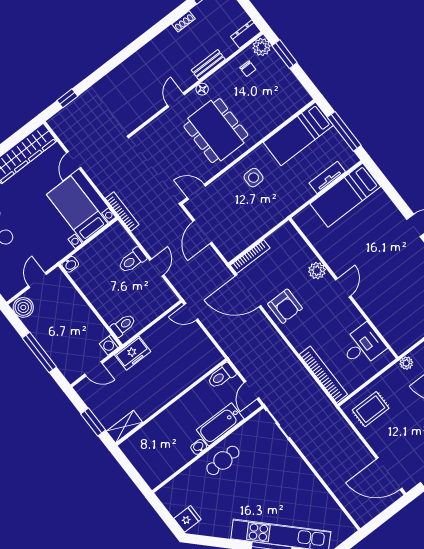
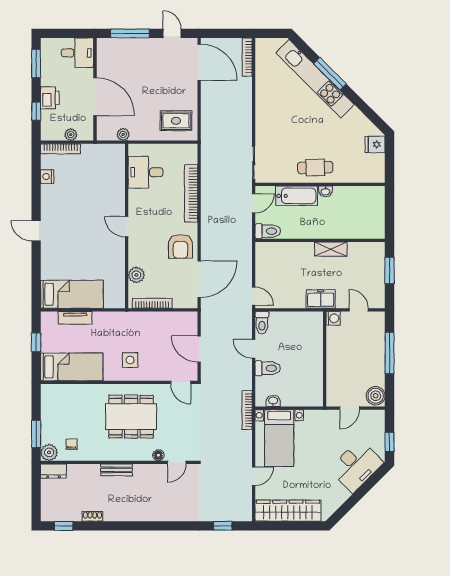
bench: (208, 65) -> (117, 470), moved
floor lamp: (202, 89) -> (158, 455), moved
door: (176, 100) -> (177, 462), moved
dining table: (216, 131) -> (131, 417), turned 90
window: (344, 131) -> (36, 342), width x0.46
door: (202, 232) -> (199, 349), swing flipped
bookcase: (250, 257) -> (152, 303), moved
washbasin: (70, 264) -> (273, 401), moved
door: (157, 267) -> (254, 349), hinge flipped
plant: (317, 271) -> (136, 275), moved
door: (343, 288) -> (127, 227), hinge flipped
door: (248, 291) -> (199, 279), hinge flipped
armchair: (285, 306) -> (180, 246), turned 180
toilet: (123, 325) -> (262, 323), moved, turned -90
bookcase: (323, 374) -> (191, 193), moved
shelving: (124, 427) -> (331, 249), moved
bookcase: (352, 509) -> (247, 57), added

